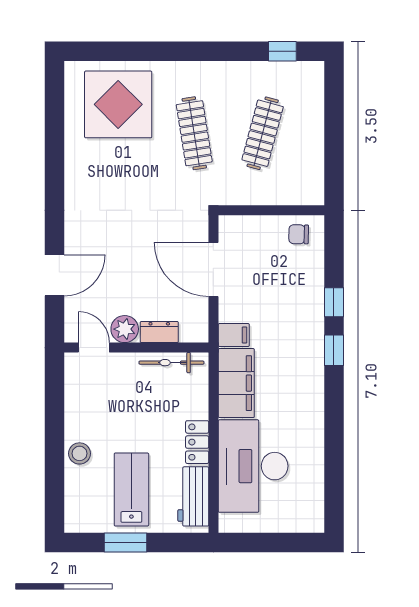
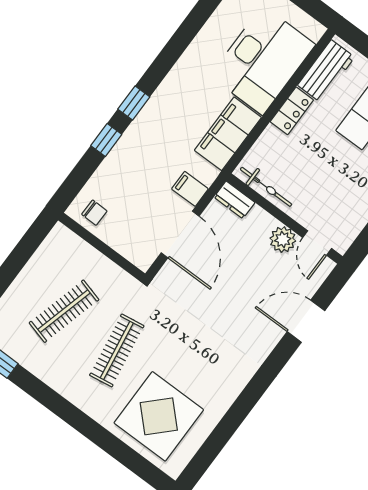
dresser: (159, 332) -> (234, 200), moved
filing cabinet: (234, 335) -> (190, 189), moved

